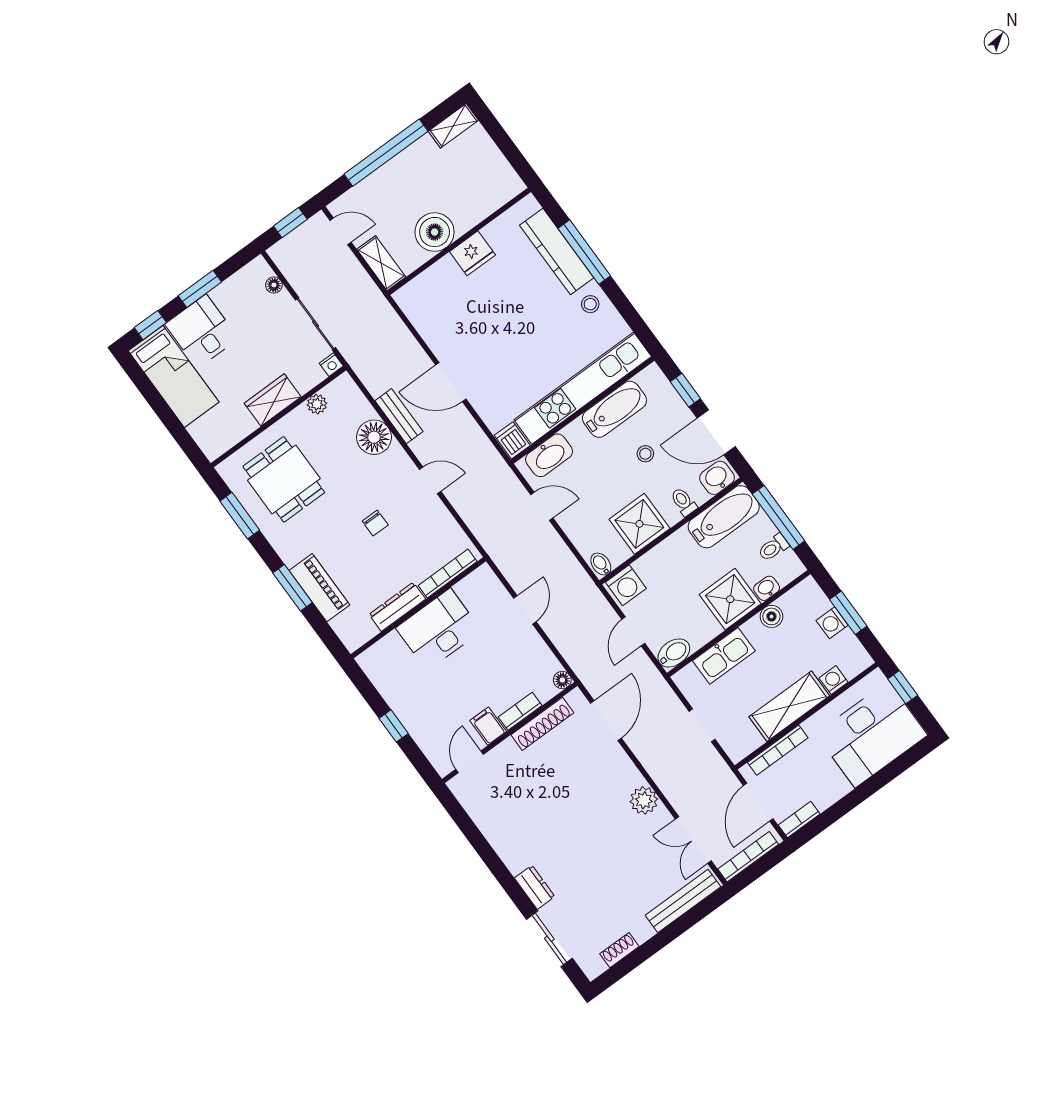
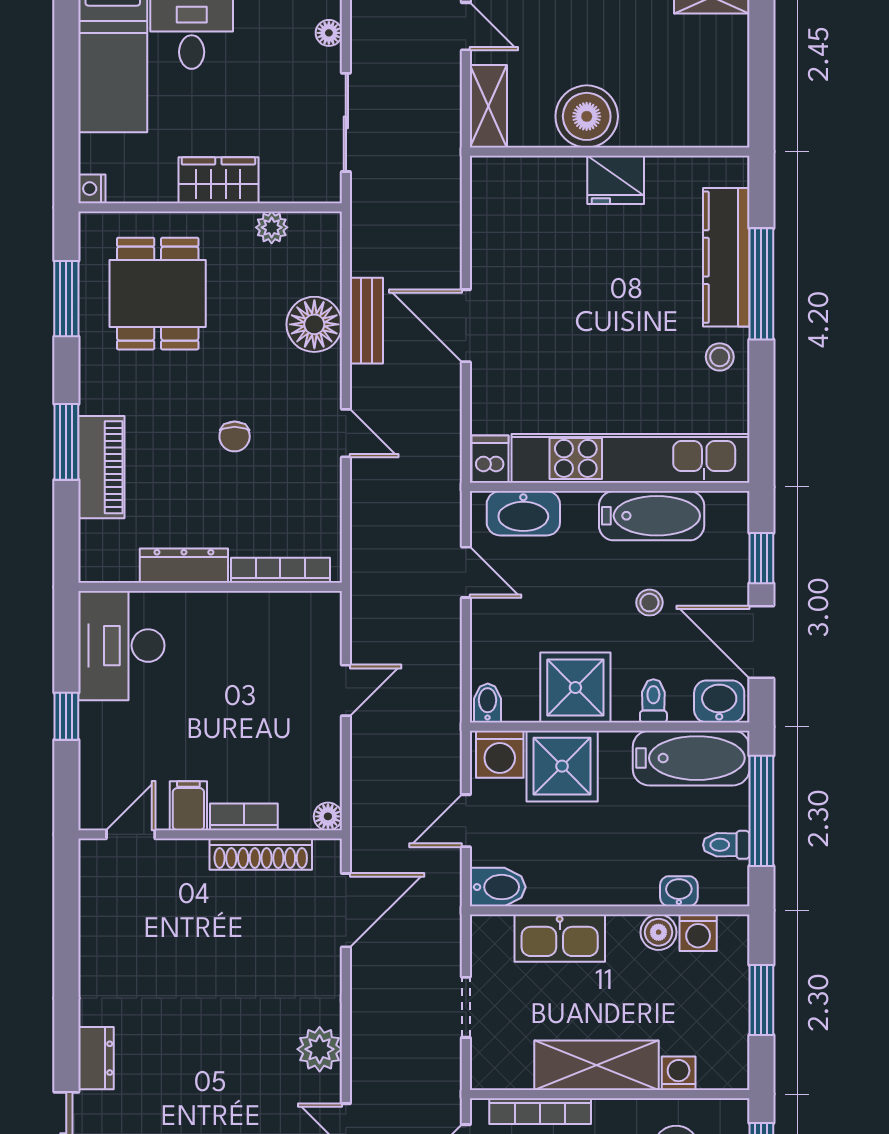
nightstand: (331, 365) -> (92, 189), moved, turned 90
shower: (730, 599) -> (562, 766), moved
washing machine: (832, 623) -> (698, 933), moved, turned -90
desk: (439, 629) -> (121, 646), moved, turned -90

